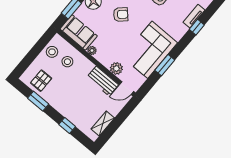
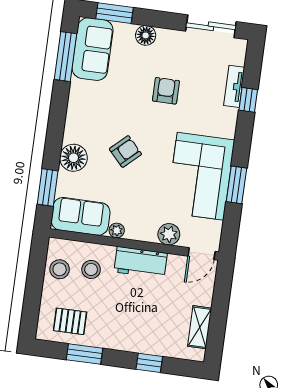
pallet: (41, 81) -> (70, 321), turned 90
workbench: (103, 81) -> (141, 263), moved

